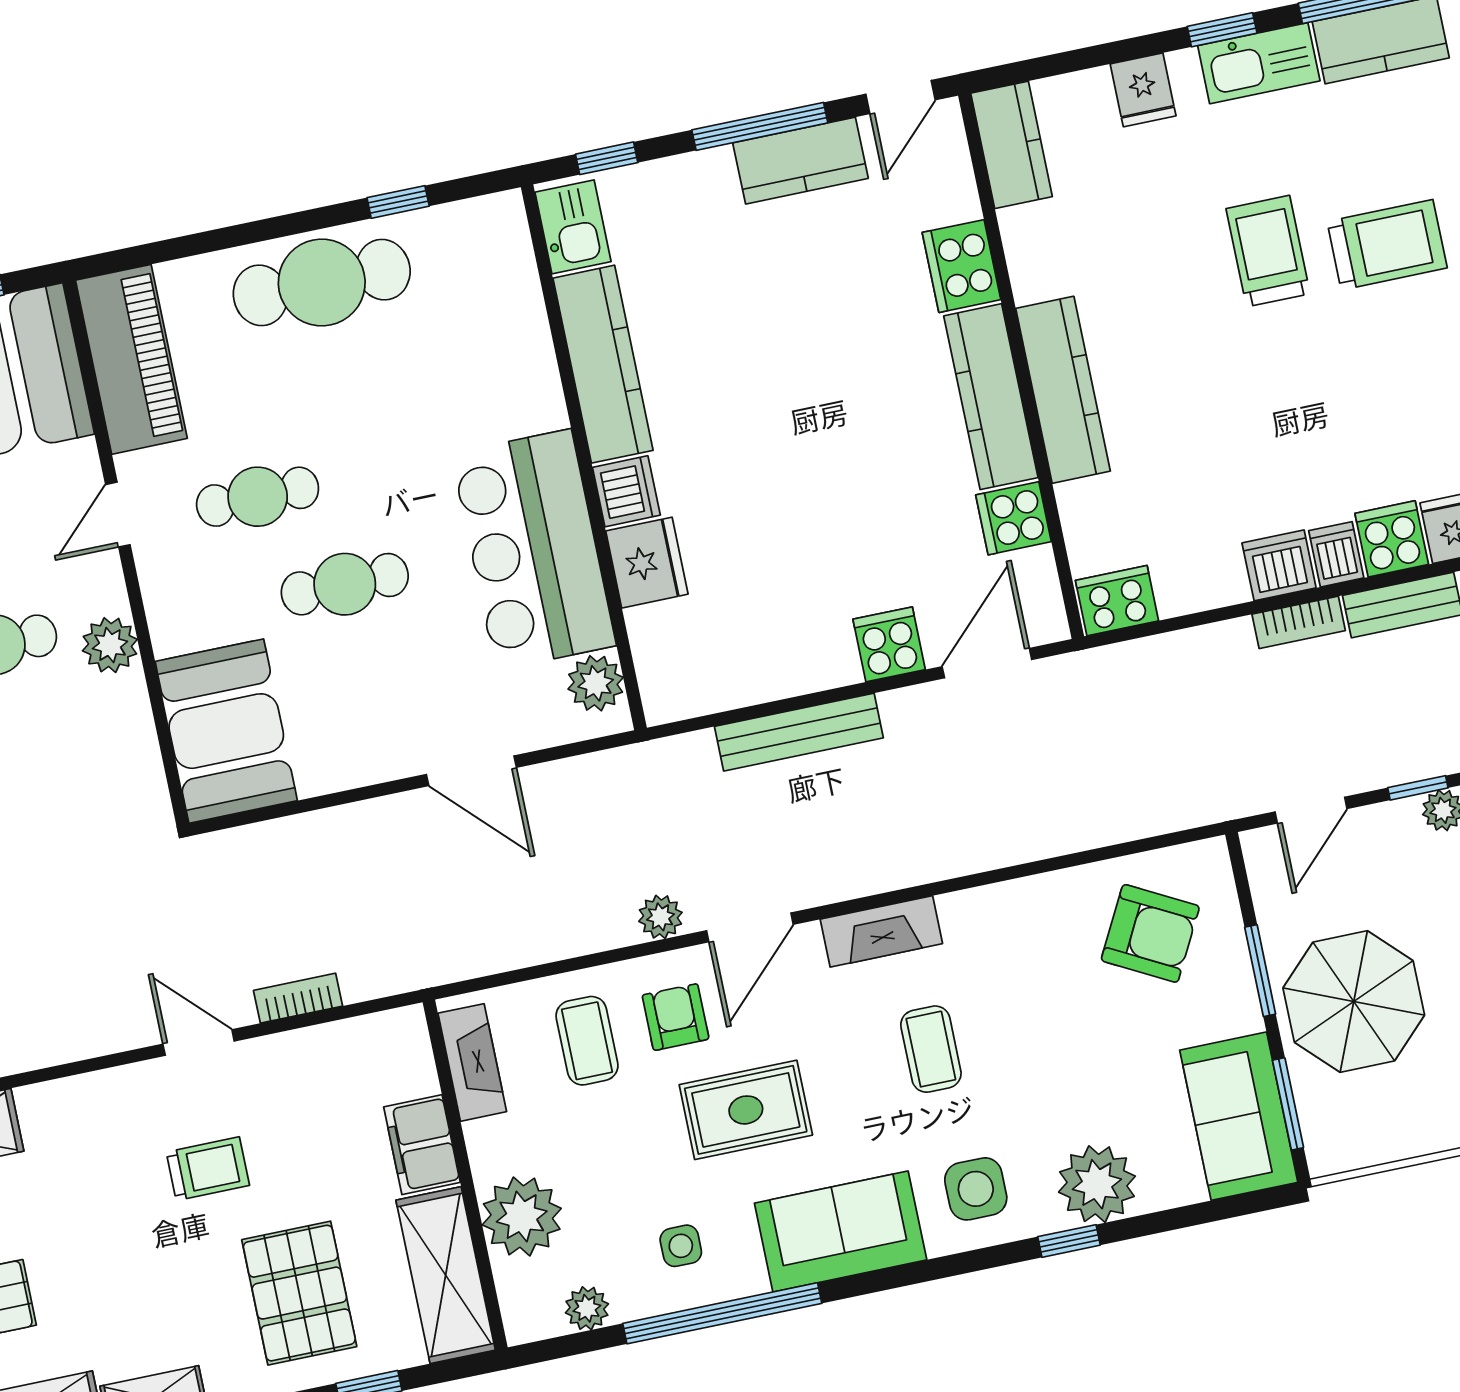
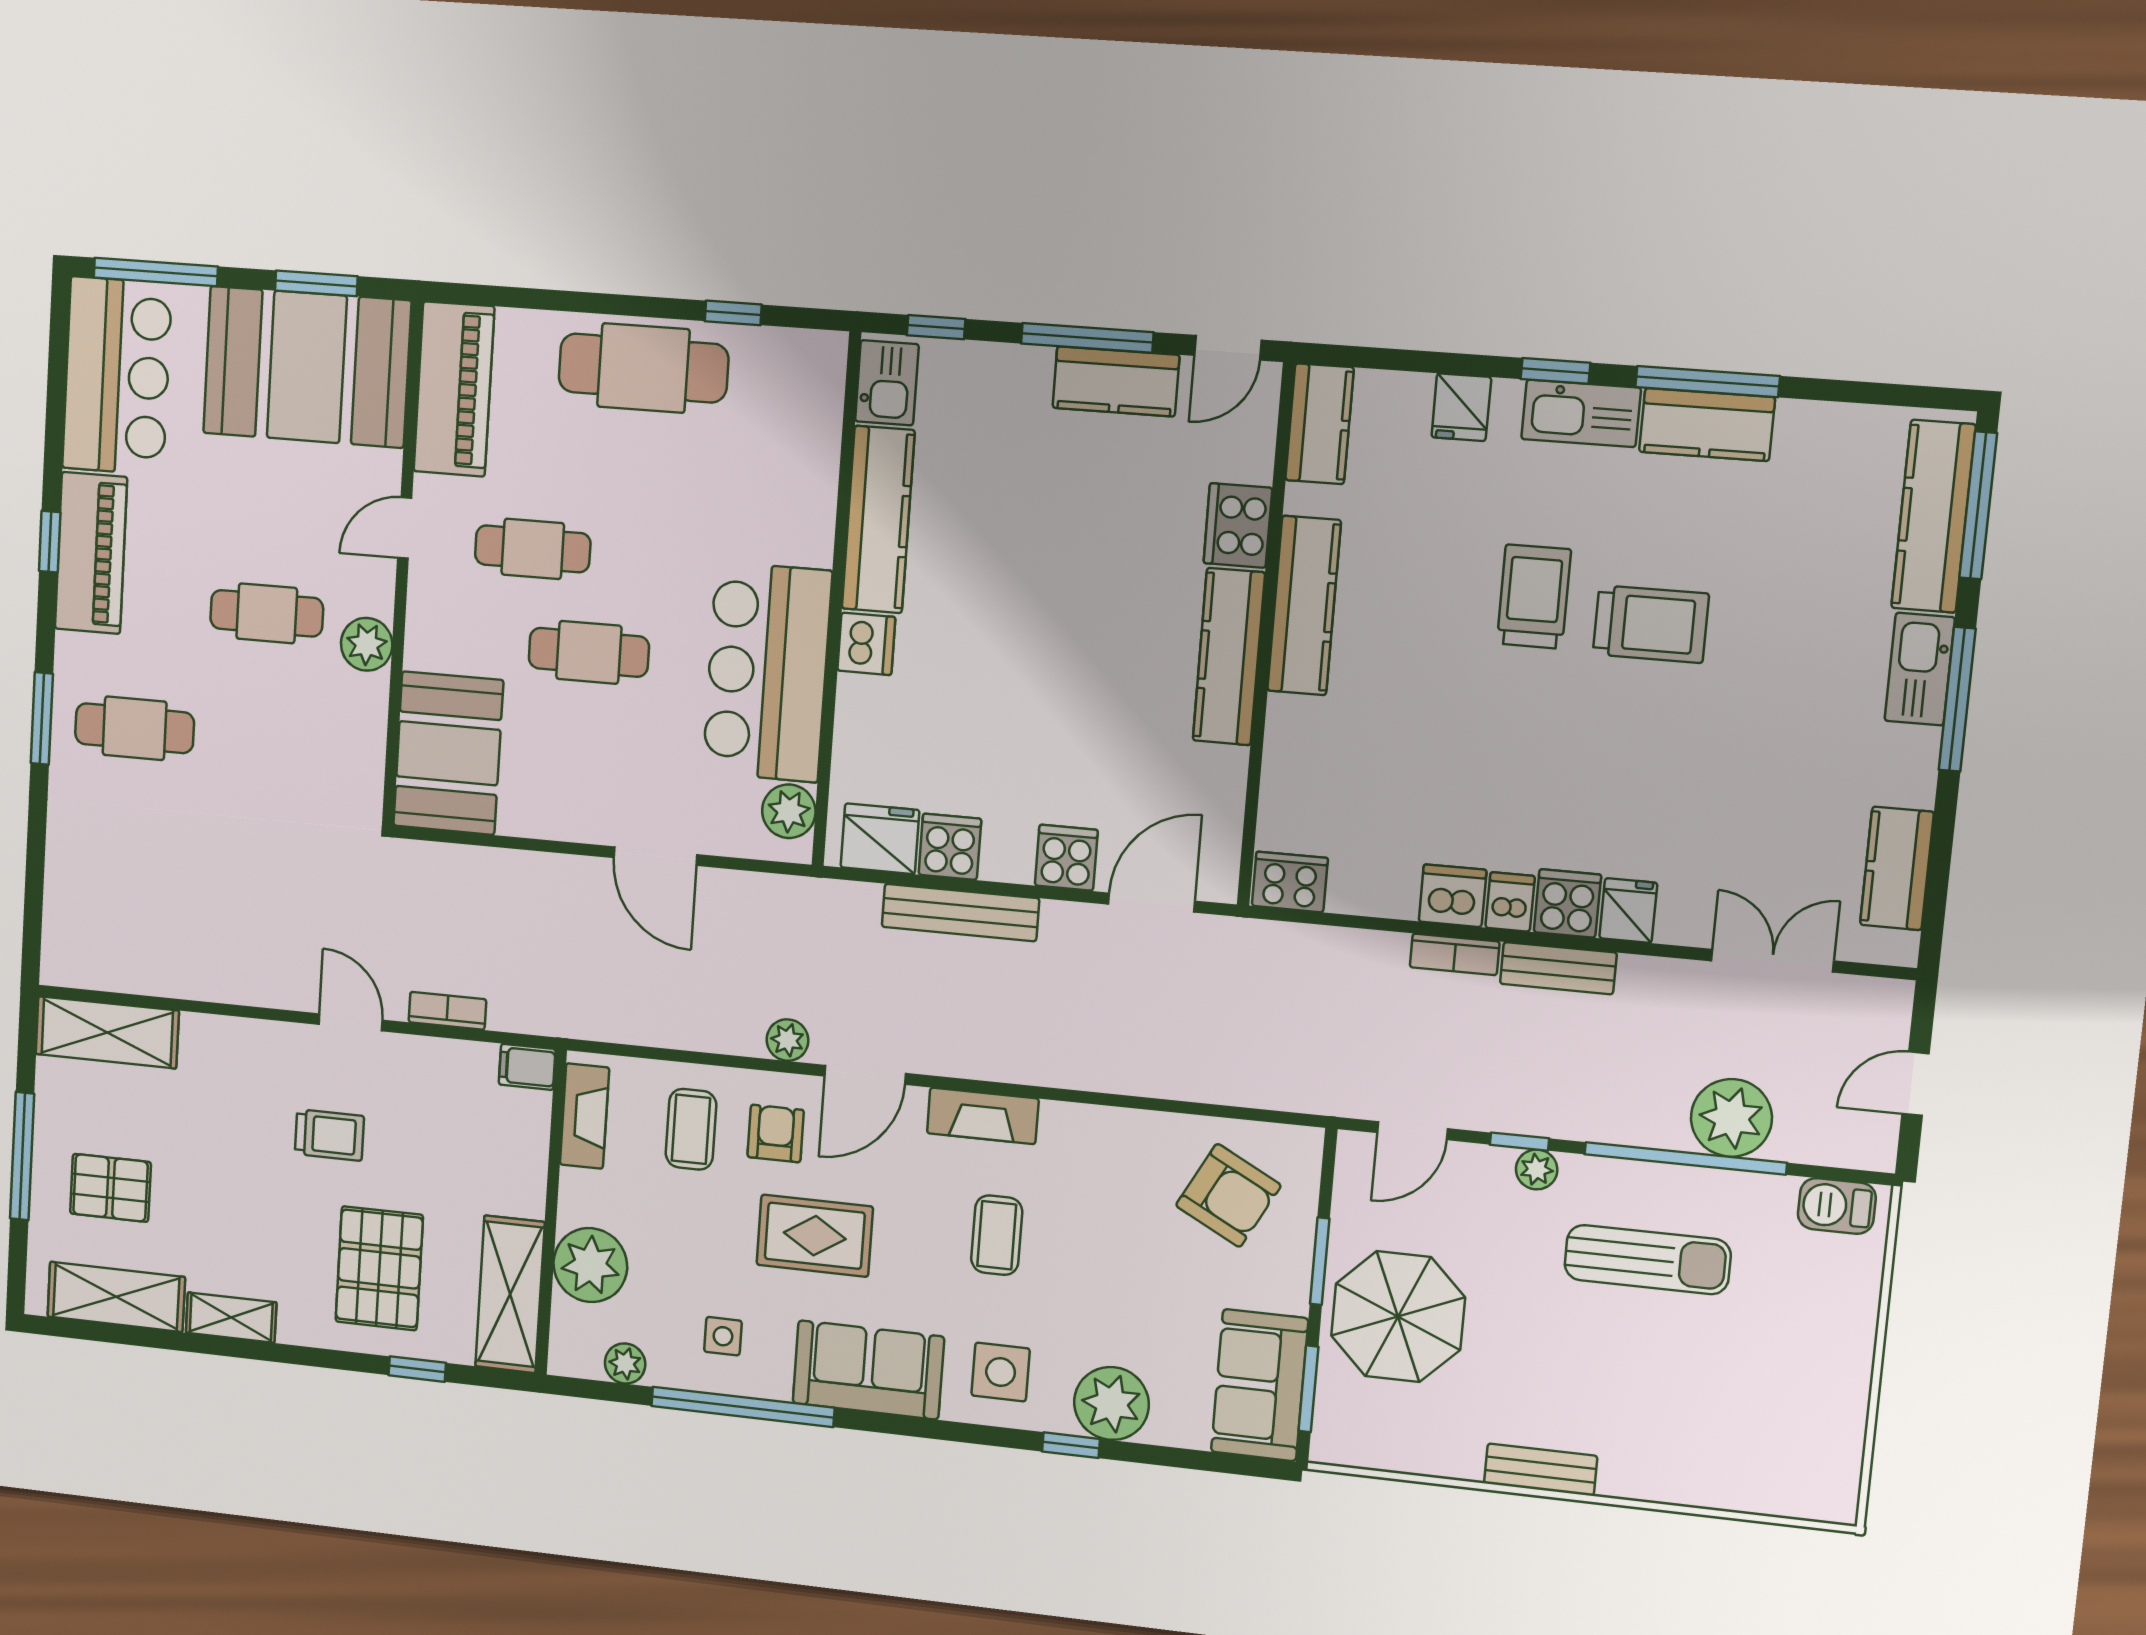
kitchen counter: (1063, 390) -> (1304, 606), moved
cooker: (1014, 518) -> (950, 847), moved, turned 90
fridge: (647, 563) -> (880, 839), moved, turned -90
filing cabinet: (422, 1145) -> (527, 1067), moved, width x0.50

